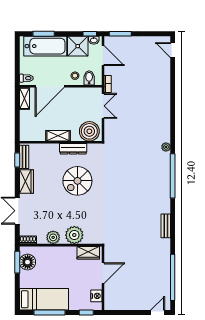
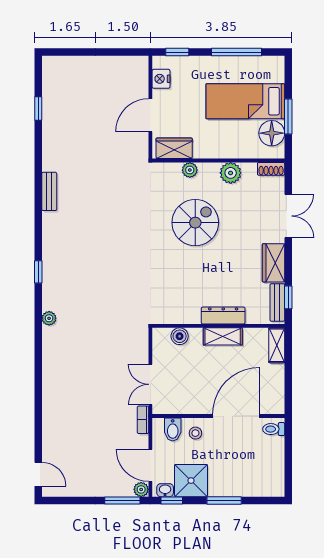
window: (44, 34) -> (224, 501), moved
plant: (109, 41) -> (141, 489), added
bathtub: (45, 46) -> (243, 481), removed
shelving: (24, 98) -> (277, 345), moved
boiler: (89, 131) -> (180, 336), width x0.54, depth x0.54
dresser: (73, 149) -> (223, 316), moved
window: (173, 176) -> (38, 272), width x0.32
spiral stairs: (77, 181) -> (195, 223), moved
plant: (74, 235) -> (190, 170), width x0.53, depth x0.53
window: (17, 262) -> (288, 117), moved
window: (173, 277) -> (38, 109), width x0.32
bed: (44, 299) -> (245, 101), moved
door: (158, 313) -> (62, 52), removed

